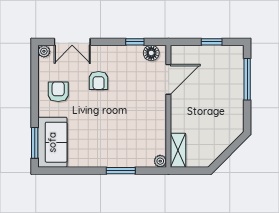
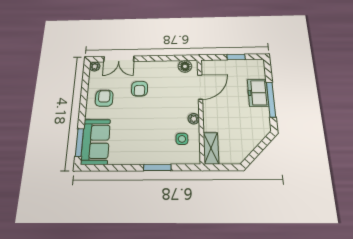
window: (135, 42) -> (171, 58), removed
window: (247, 79) -> (271, 100), moved
freezer: (233, 87) -> (258, 93), added
side table: (147, 140) -> (182, 139), added
plant: (160, 161) -> (194, 119), moved

